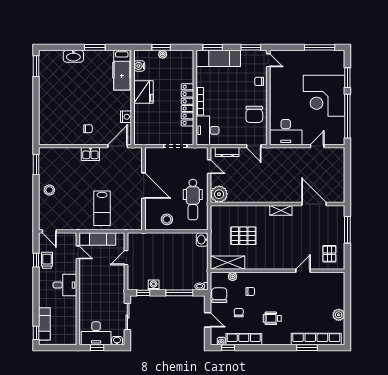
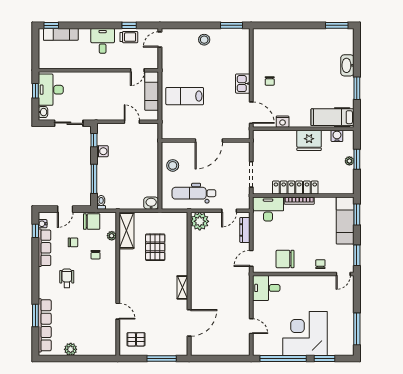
desk: (286, 132) -> (266, 288), width x0.73
desk: (65, 285) -> (103, 41), moved, turned 180

